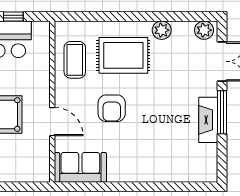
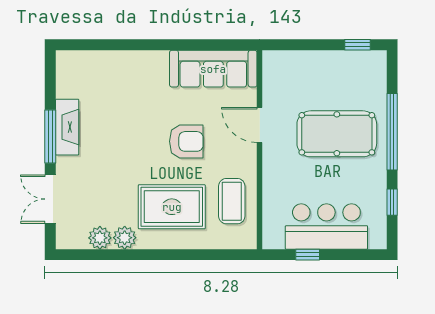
plant: (204, 30) -> (100, 238), moved
armchair: (112, 108) -> (186, 141), turned 90
sofa: (80, 167) -> (213, 69), width x1.36

